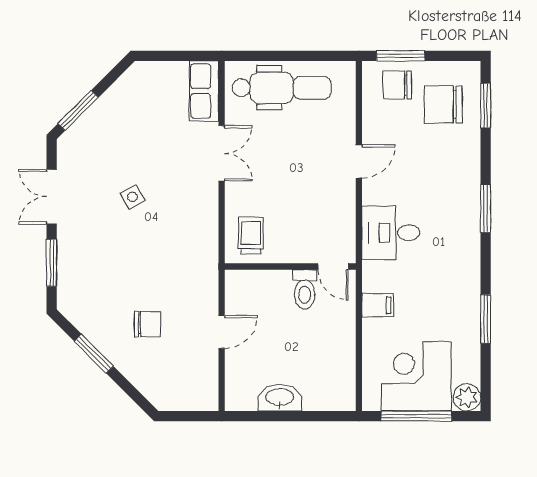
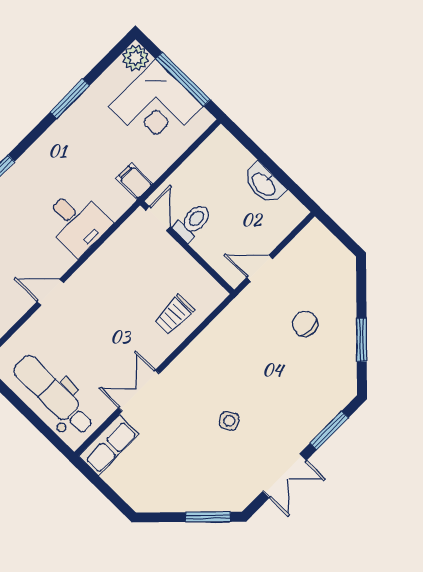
wall: (290, 267) -> (187, 248), moved
door: (333, 267) -> (158, 219), moved
toilet: (305, 289) -> (193, 222), moved

